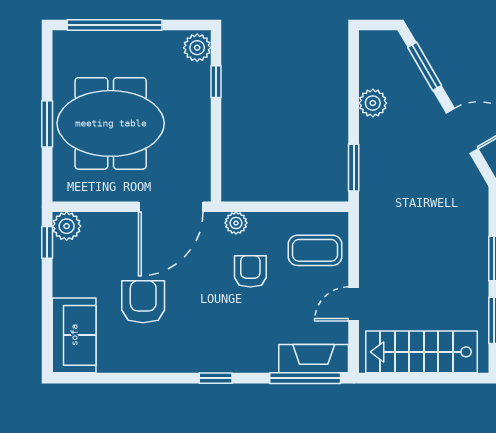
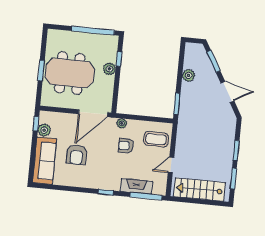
window: (115, 25) -> (93, 31), moved
plant: (197, 48) -> (109, 69), moved
plant: (67, 226) -> (44, 130), moved
armchair: (250, 271) -> (126, 146), turned -90
armchair: (143, 302) -> (77, 155), turned 180
sofa: (74, 335) -> (45, 161), width x1.36
fireplace: (314, 359) -> (136, 186), moved

